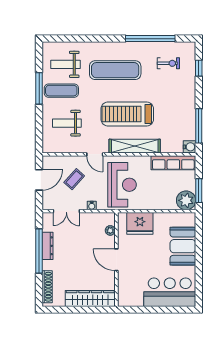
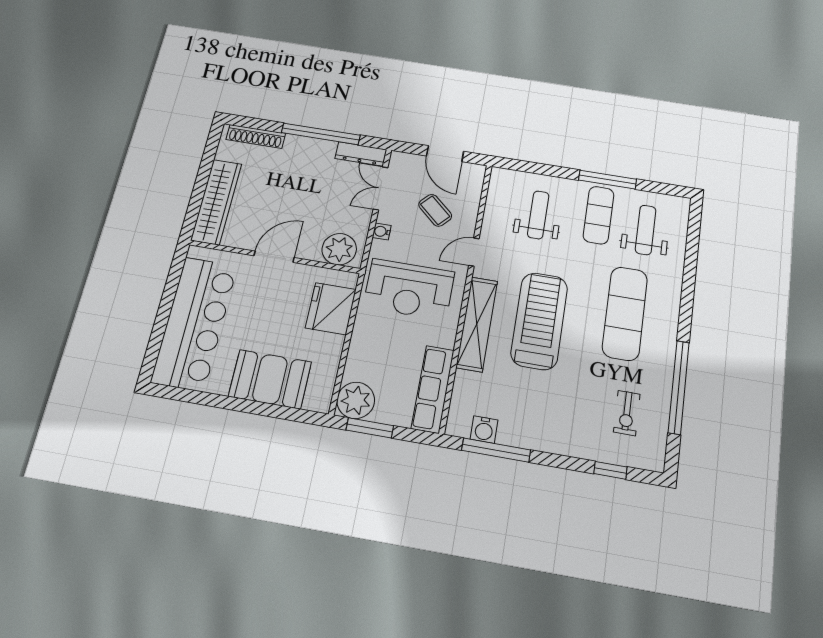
water cooler: (189, 147) -> (484, 430), moved
plant: (110, 230) -> (339, 249), width x1.87, depth x1.87
dresser: (47, 246) -> (361, 154), moved
bar counter: (170, 292) -> (195, 323), width x1.36

